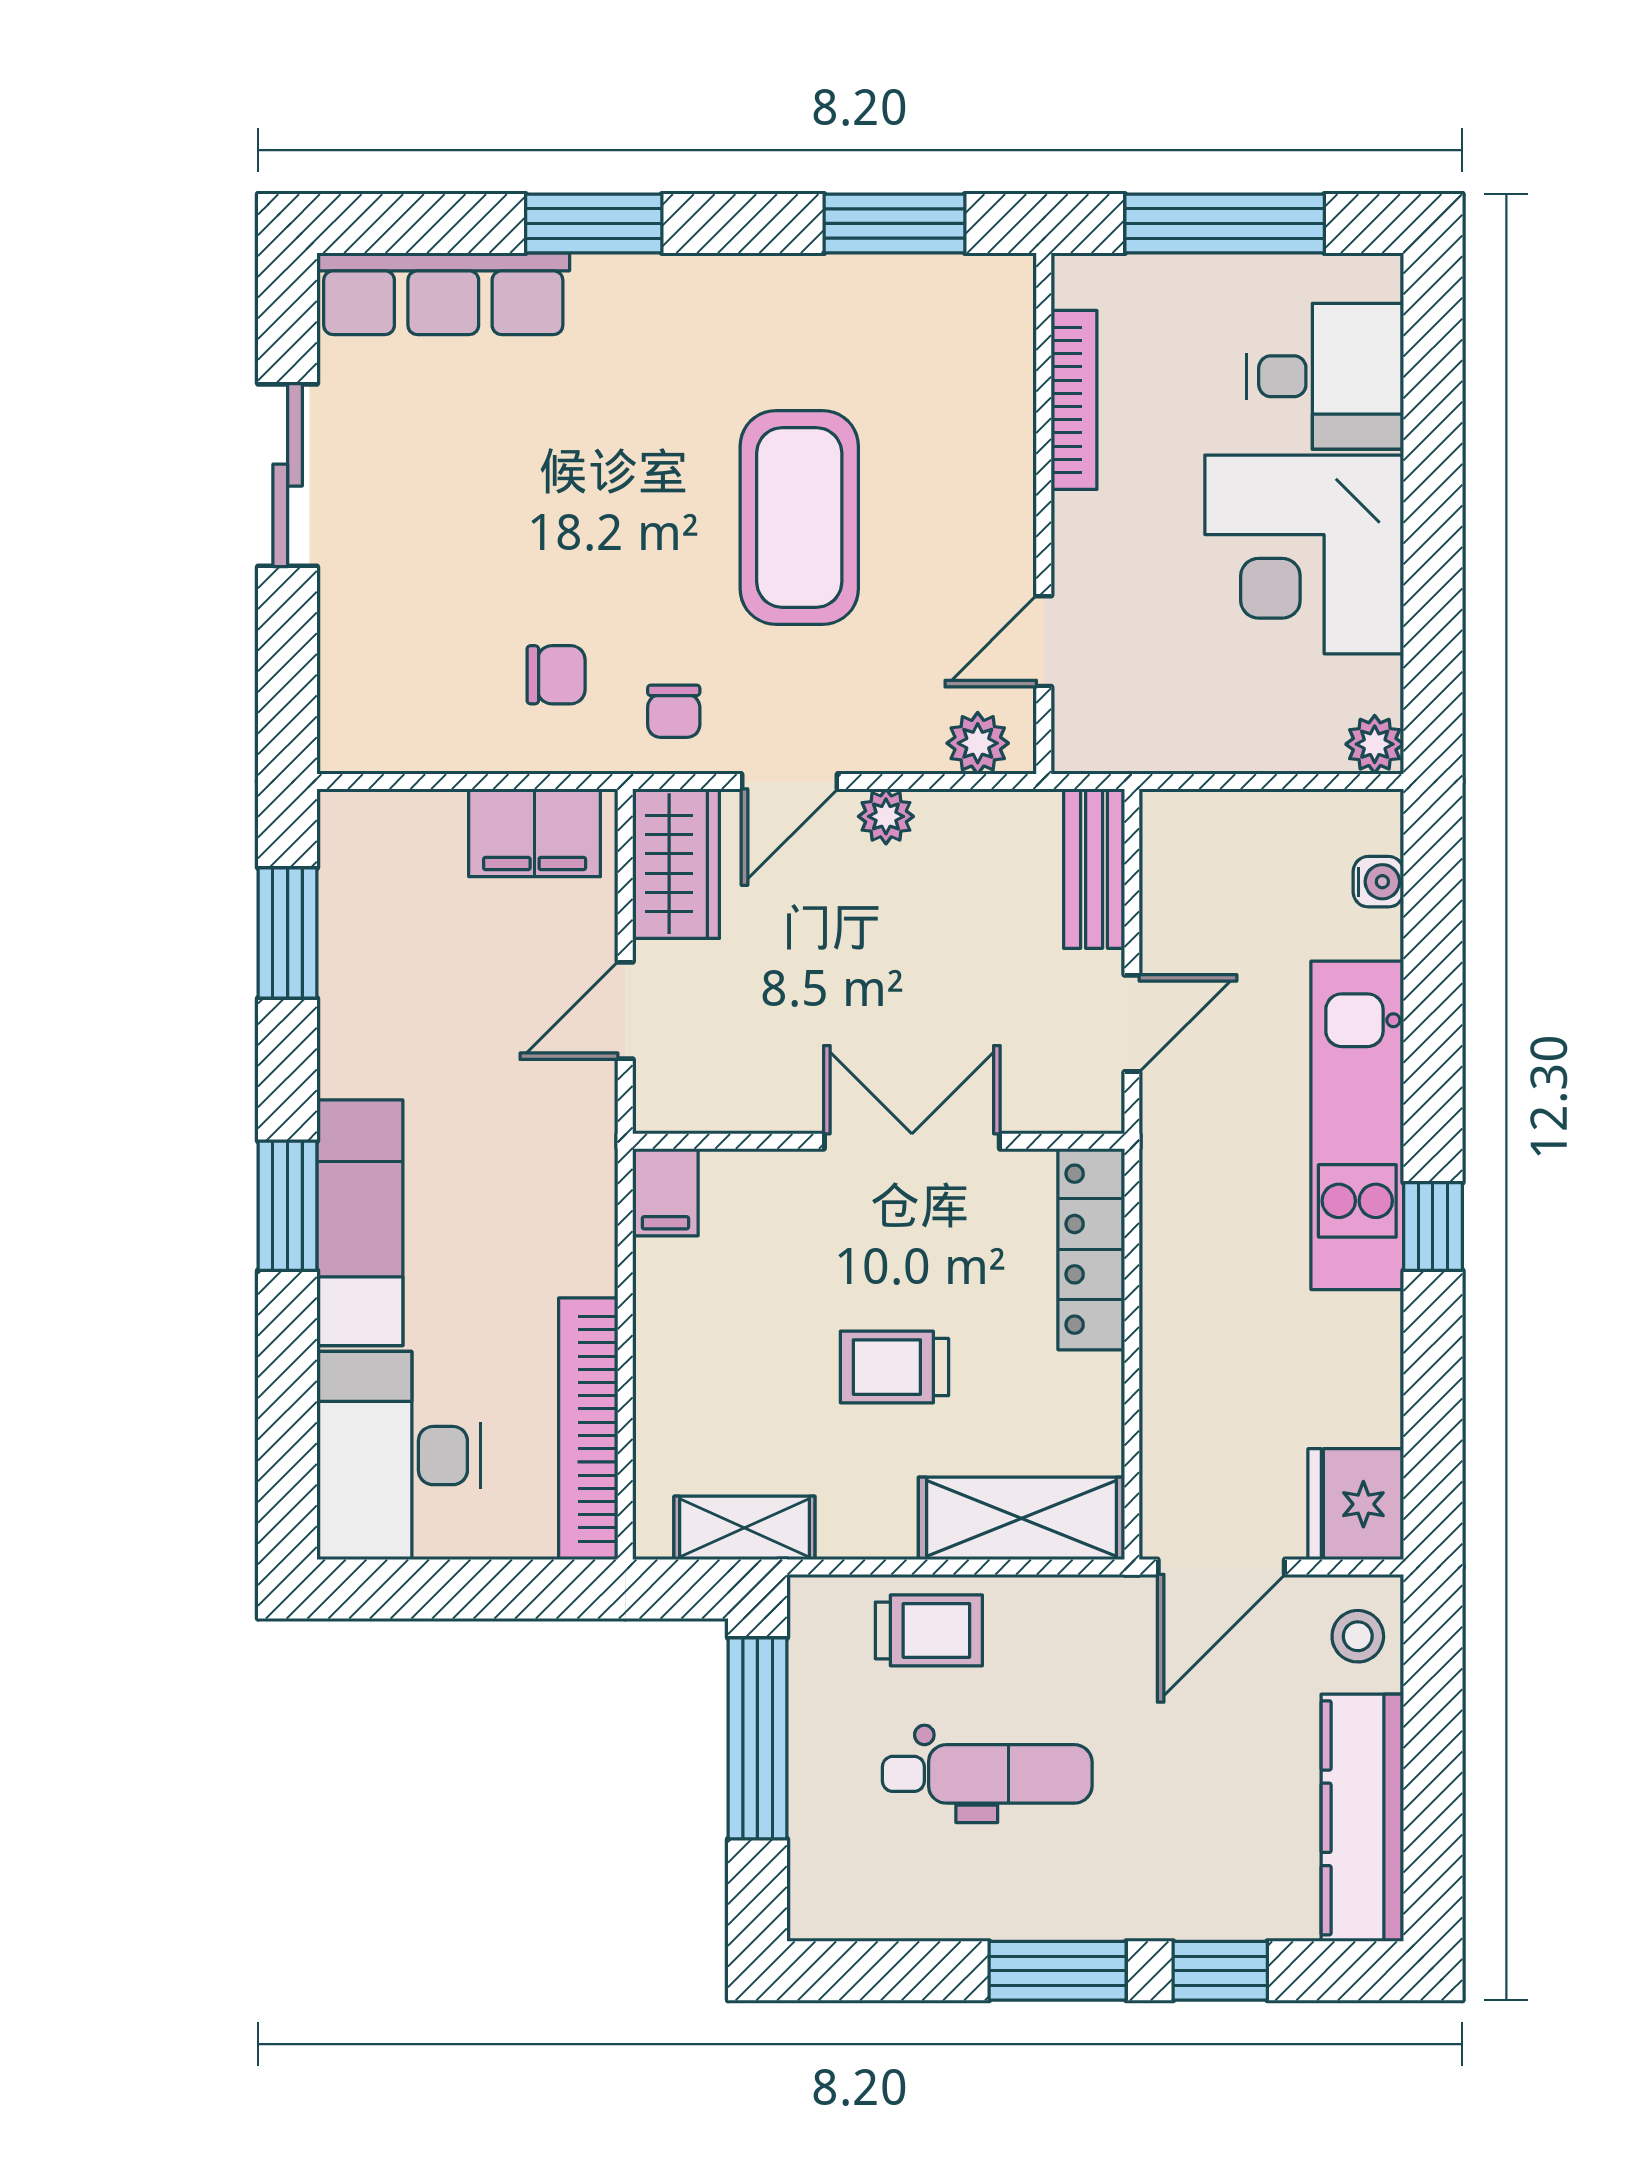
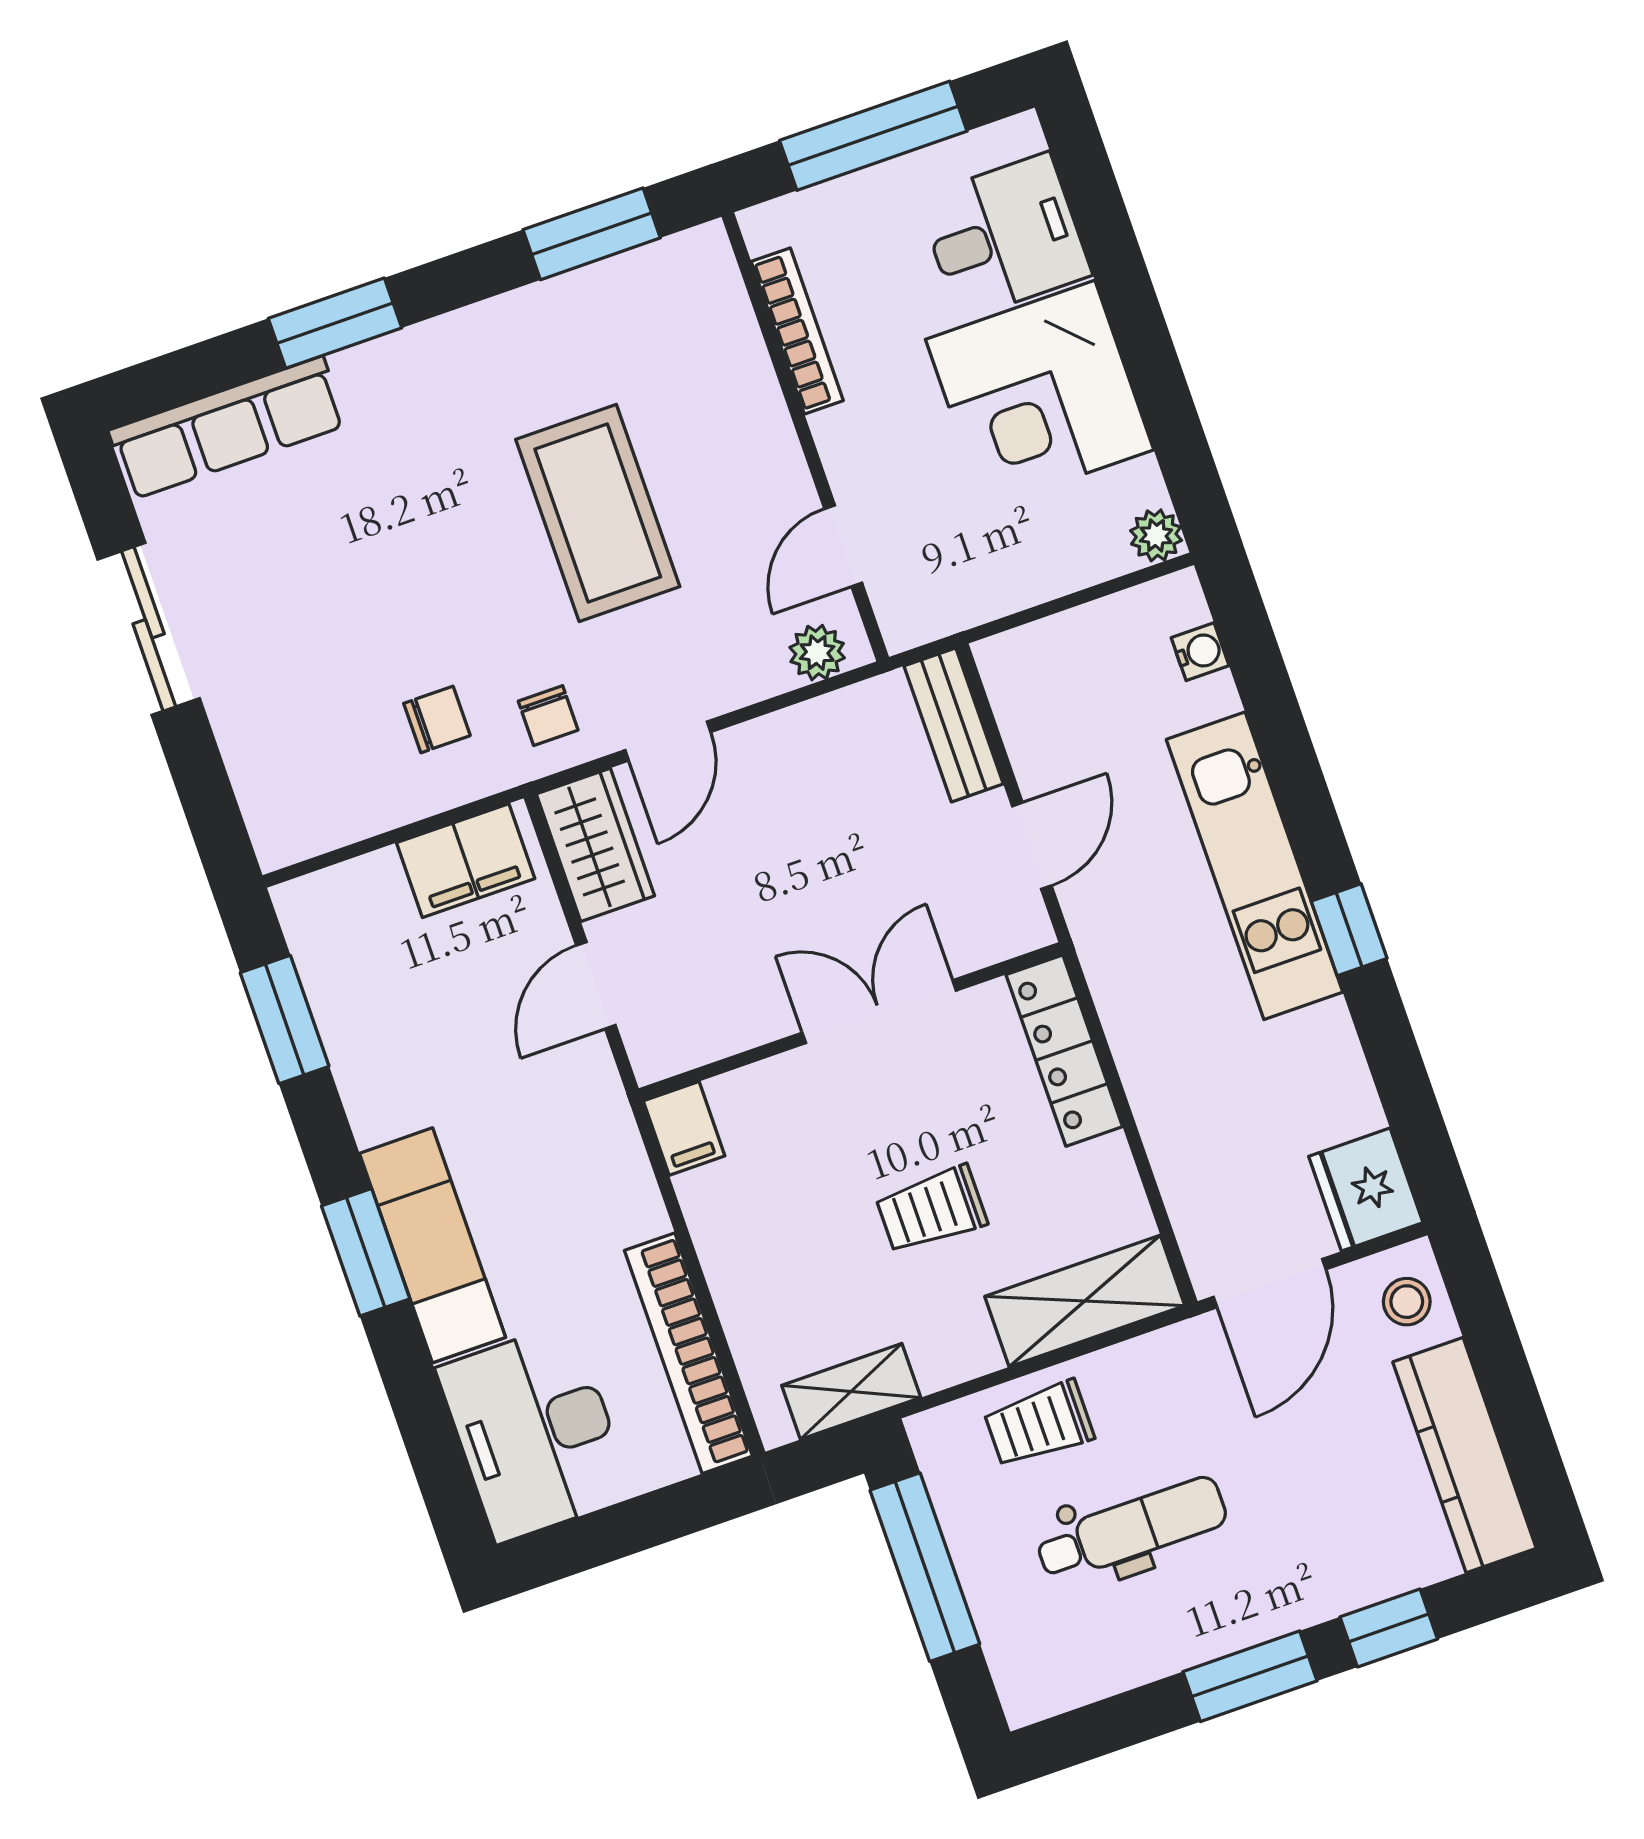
plant: (886, 816) -> (761, 742), removed
trolley: (929, 1630) -> (1039, 1424), turned 180

